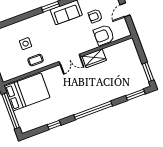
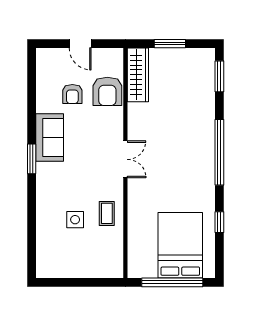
wardrobe: (94, 58) -> (138, 75), moved, width x1.50
window: (148, 72) -> (170, 44), moved
bed: (27, 92) -> (180, 245), moved

